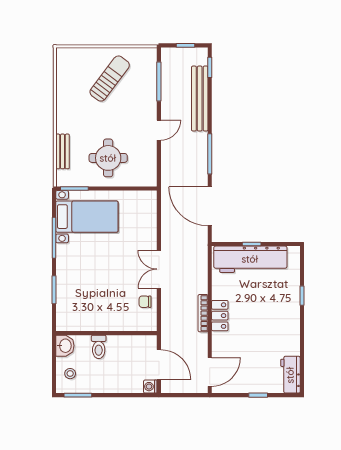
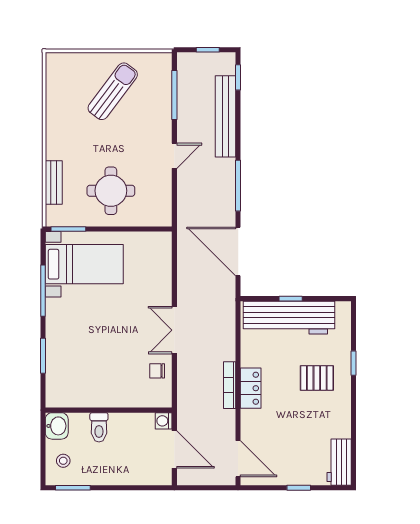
pallet: (273, 307) -> (317, 378), added
door: (210, 372) -> (238, 459), hinge flipped
washing machine: (150, 387) -> (164, 421), moved

